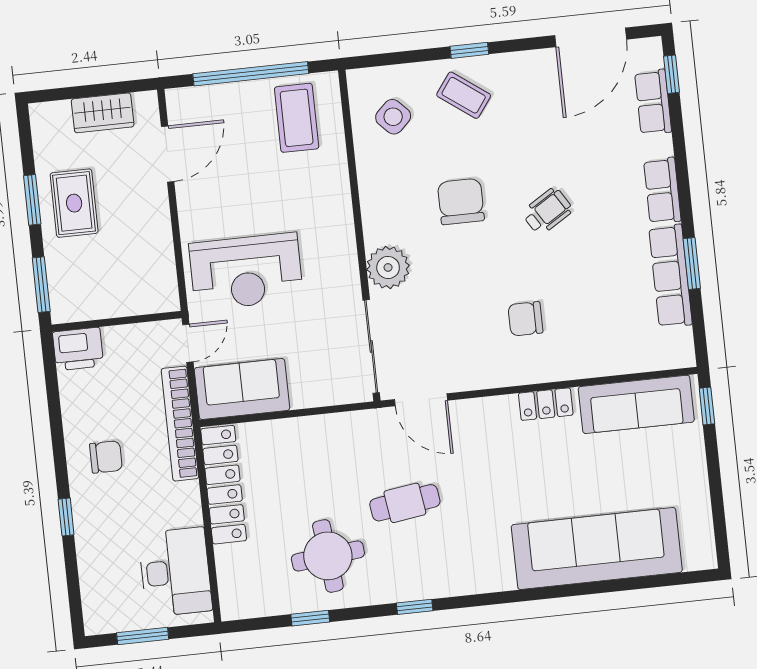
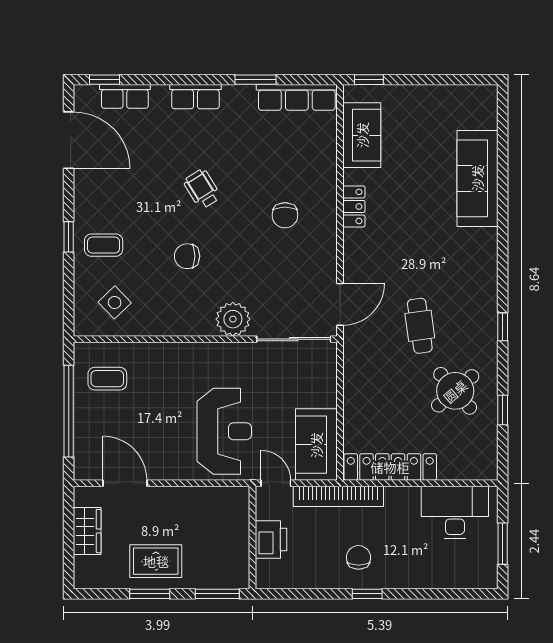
coffee table: (464, 95) -> (104, 245), turned 54
coffee table: (297, 118) -> (107, 379), width x0.73, depth x0.77
chair: (461, 201) -> (187, 256), width x0.73, depth x0.73
row of seats: (670, 276) -> (297, 97), moved
printer: (78, 349) -> (271, 539), moved
sofa: (636, 404) -> (362, 135), width x0.73
window: (66, 517) -> (367, 594), moved
sofa: (597, 548) -> (477, 178), width x0.74, depth x0.79
round table: (328, 556) -> (455, 391), turned -35

